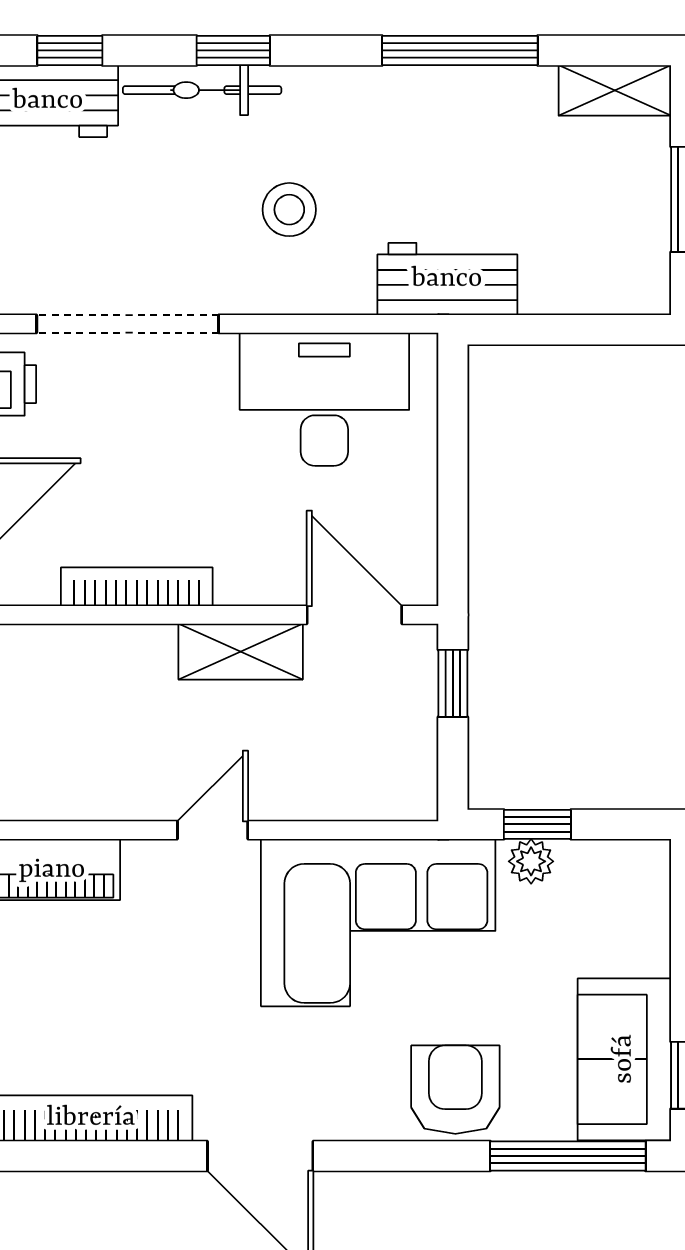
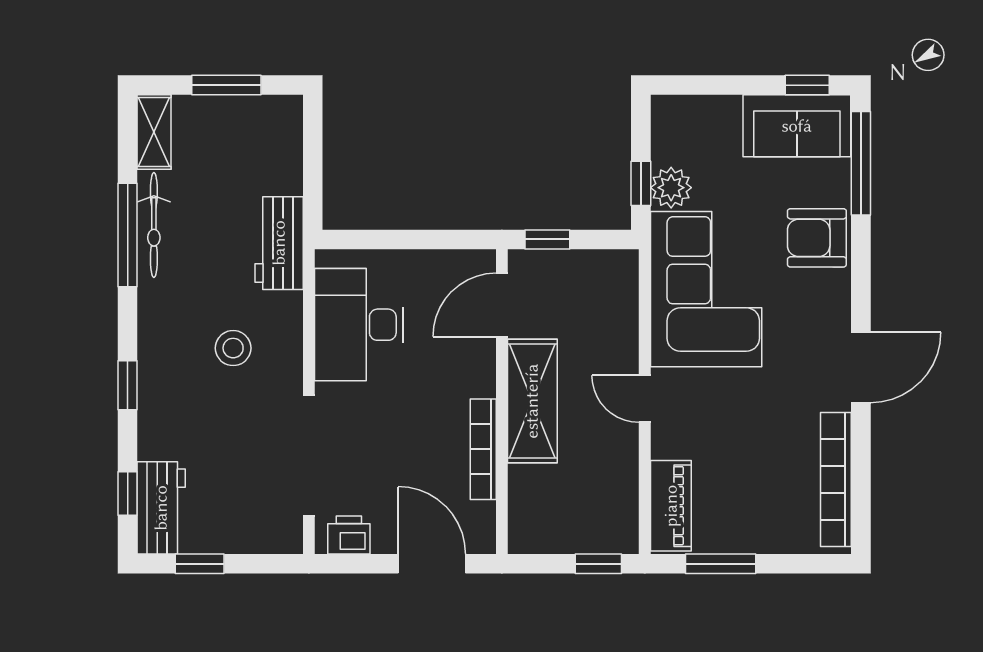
bicycle: (202, 90) -> (154, 225), moved
shelving: (241, 652) -> (532, 401), width x1.50, depth x1.33
plant: (531, 861) -> (671, 188), width x1.38, depth x1.38

